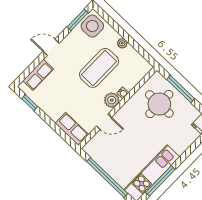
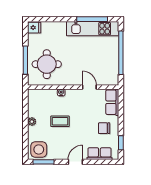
door: (51, 47) -> (75, 162), swing flipped
coffee table: (99, 68) -> (60, 121), width x0.54, depth x0.58
chair: (56, 100) -> (104, 128), added
plant: (112, 100) -> (72, 95), removed

